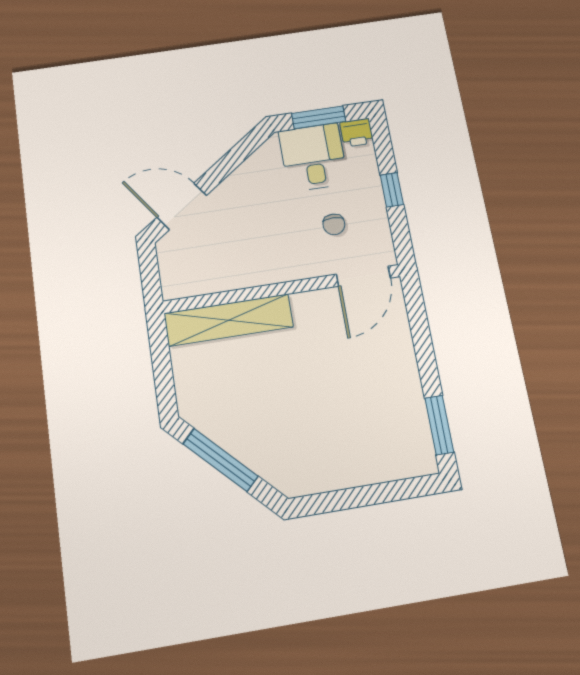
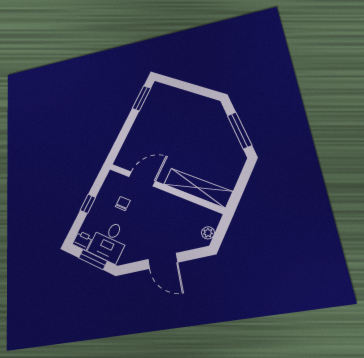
door: (182, 206) -> (163, 261), moved
plant: (168, 260) -> (208, 233), added
door: (363, 276) -> (142, 179), moved

